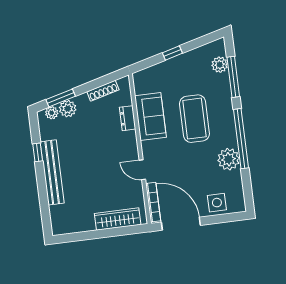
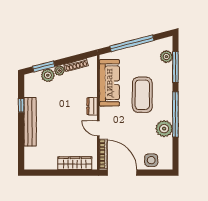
window: (172, 53) -> (132, 43), width x3.17
plant: (52, 113) -> (59, 71), moved
sofa: (150, 116) -> (109, 83), width x1.36
dresser: (128, 118) -> (92, 106), moved

